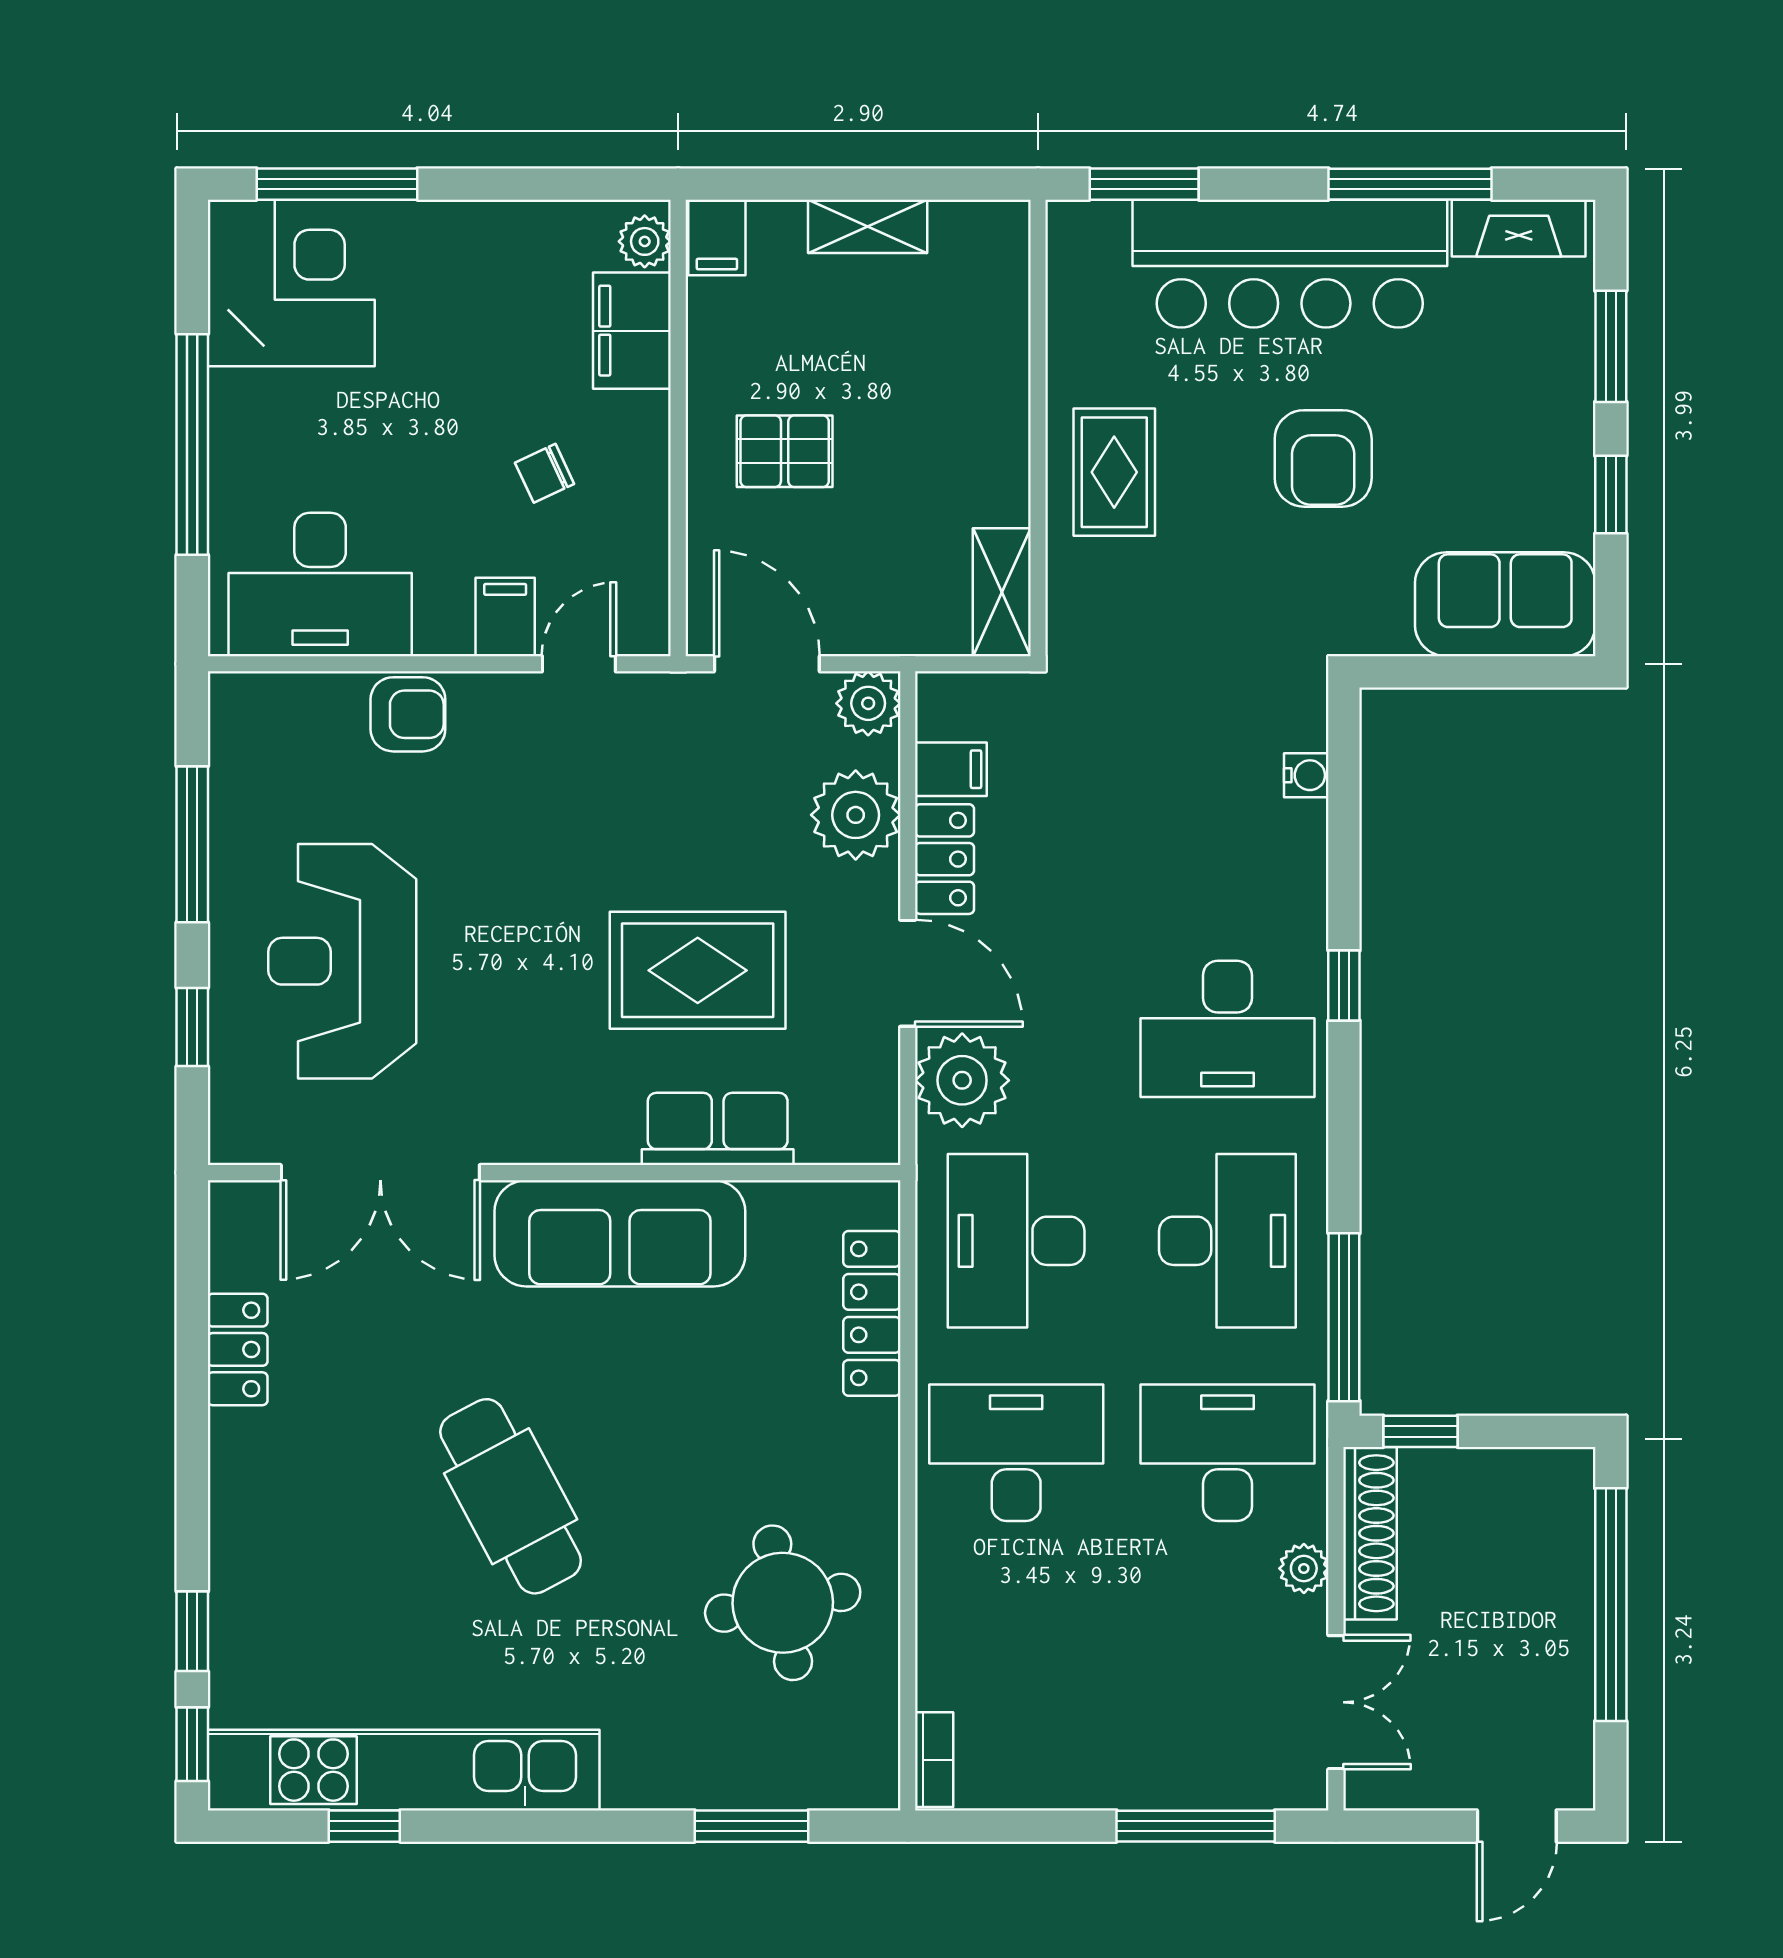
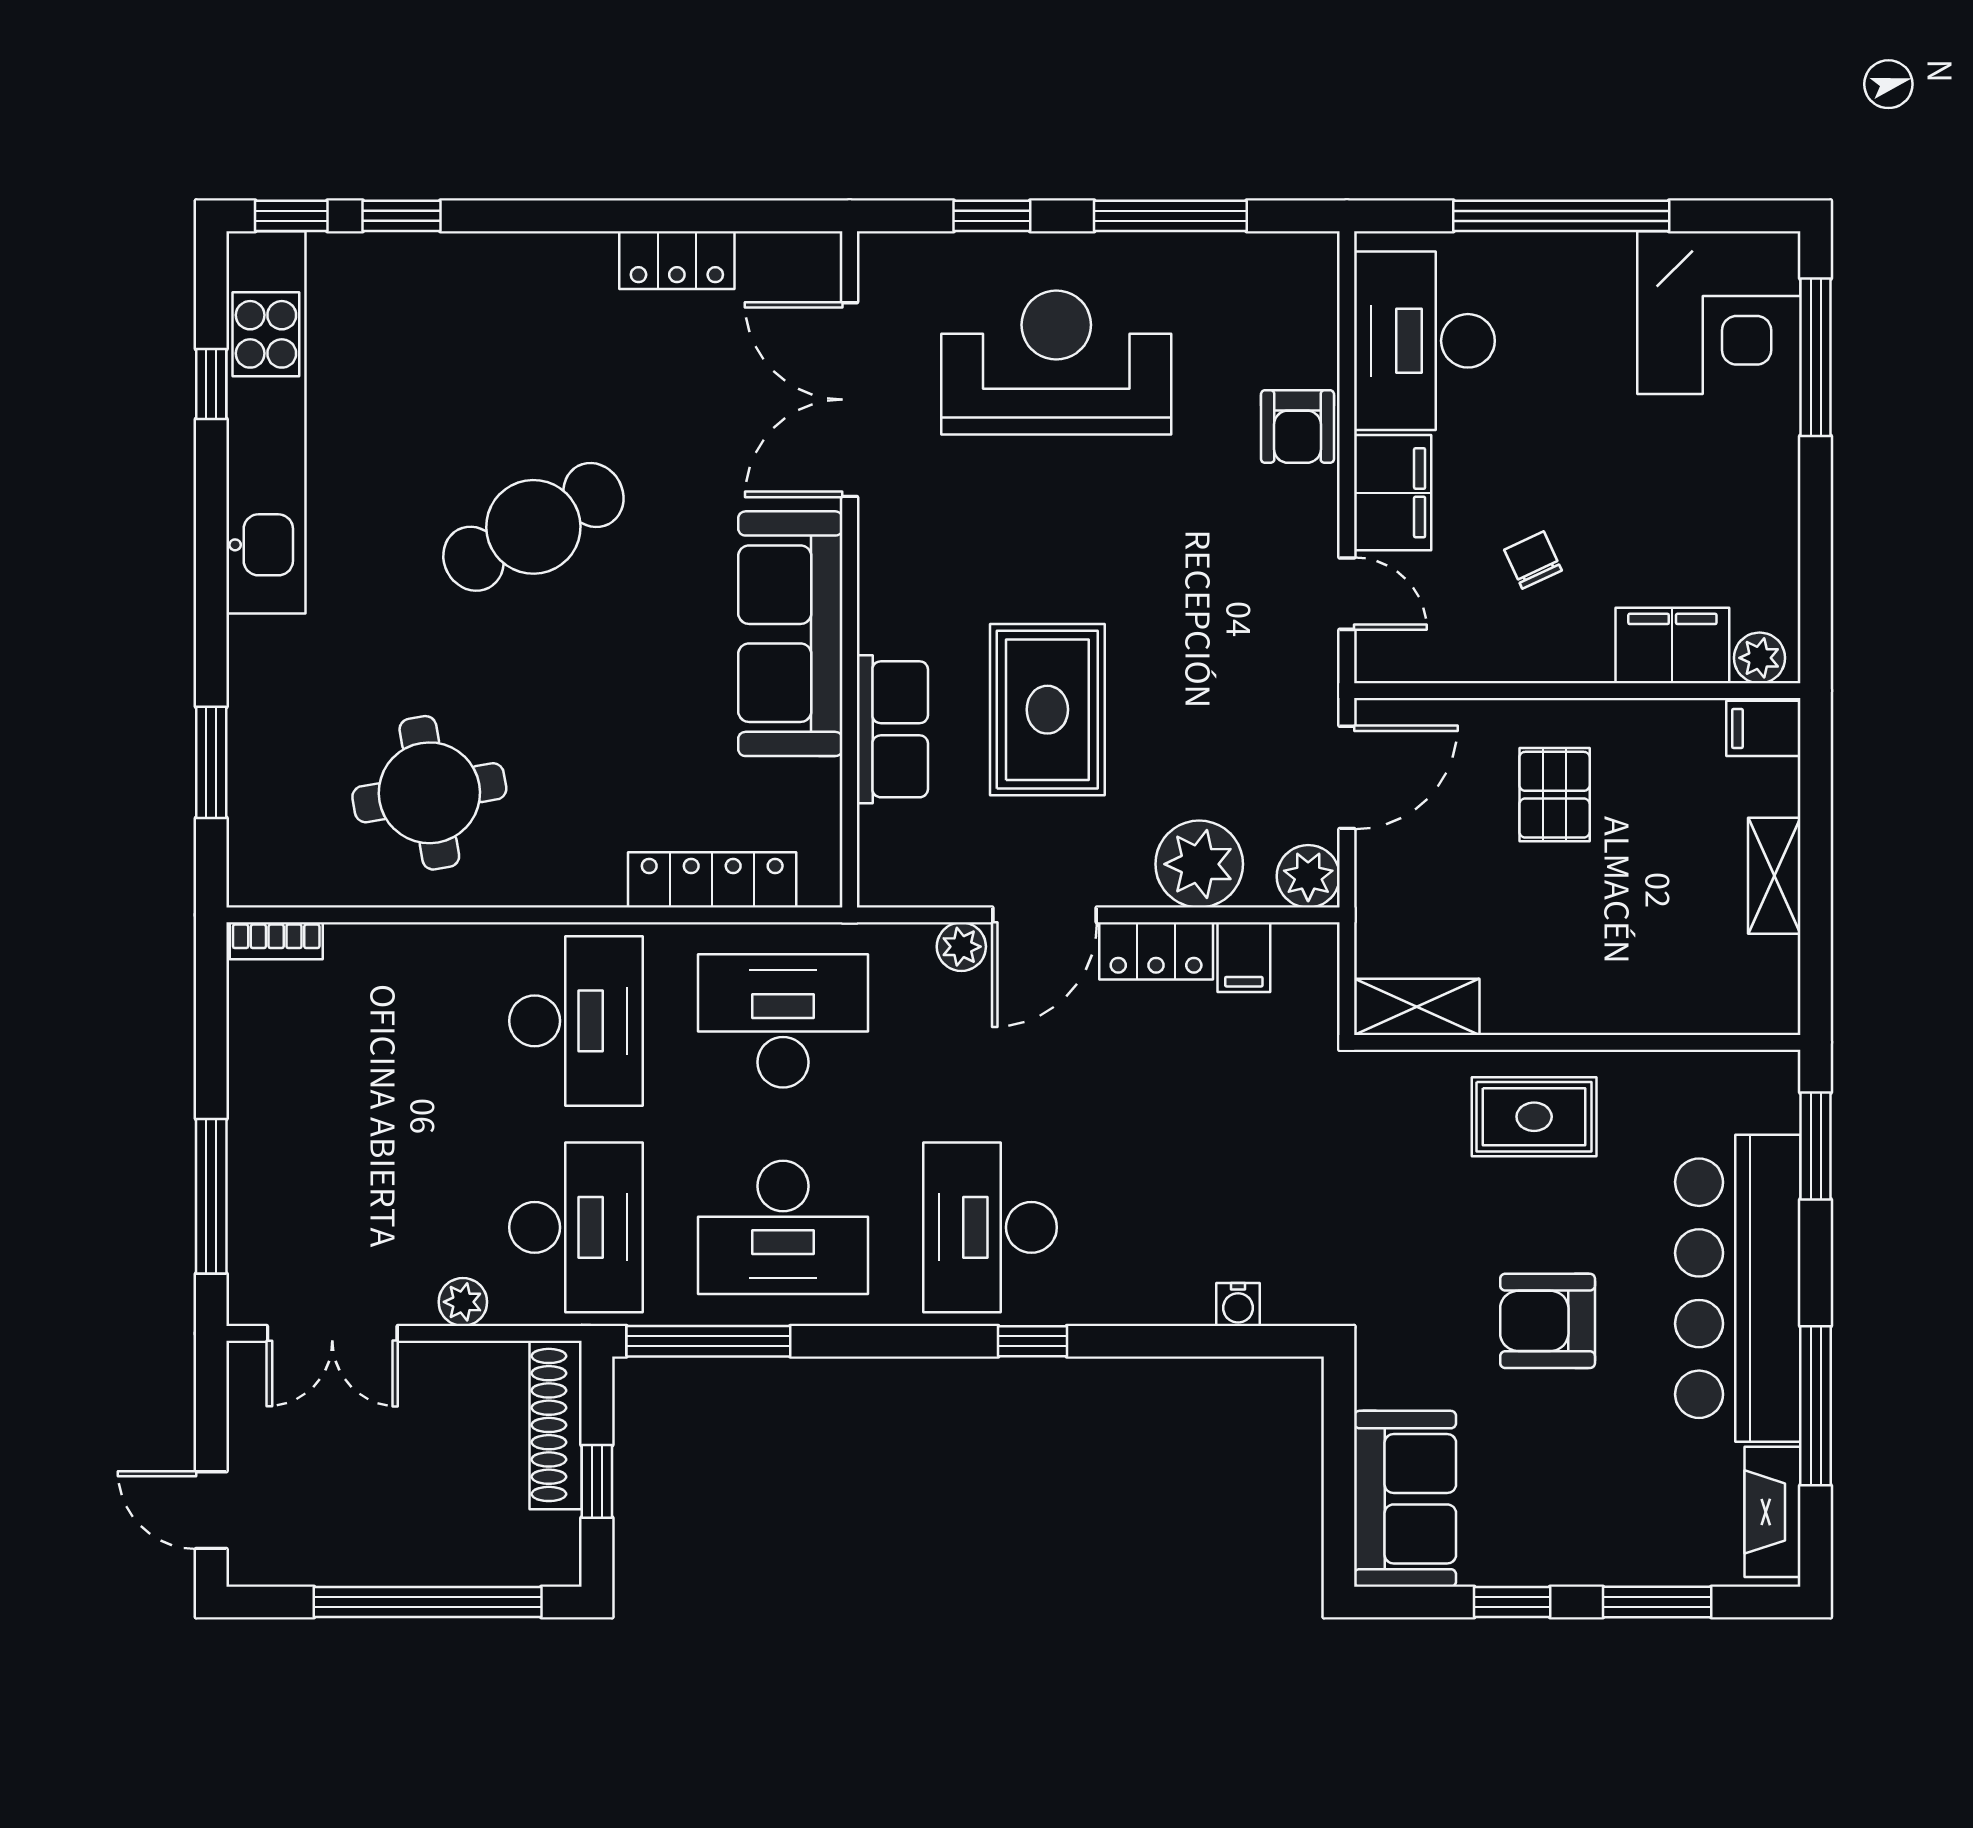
filing cabinet: (505, 617) -> (1393, 493), width x2.00
plant: (962, 1080) -> (961, 947), width x0.53, depth x0.53
window: (1420, 1431) -> (597, 1481), moved
shoe rack: (1370, 1533) -> (556, 1425), moved, turned 90

